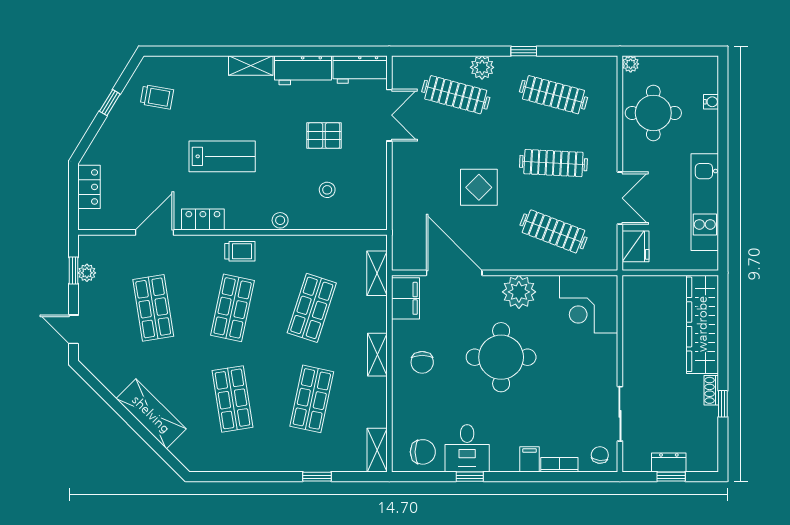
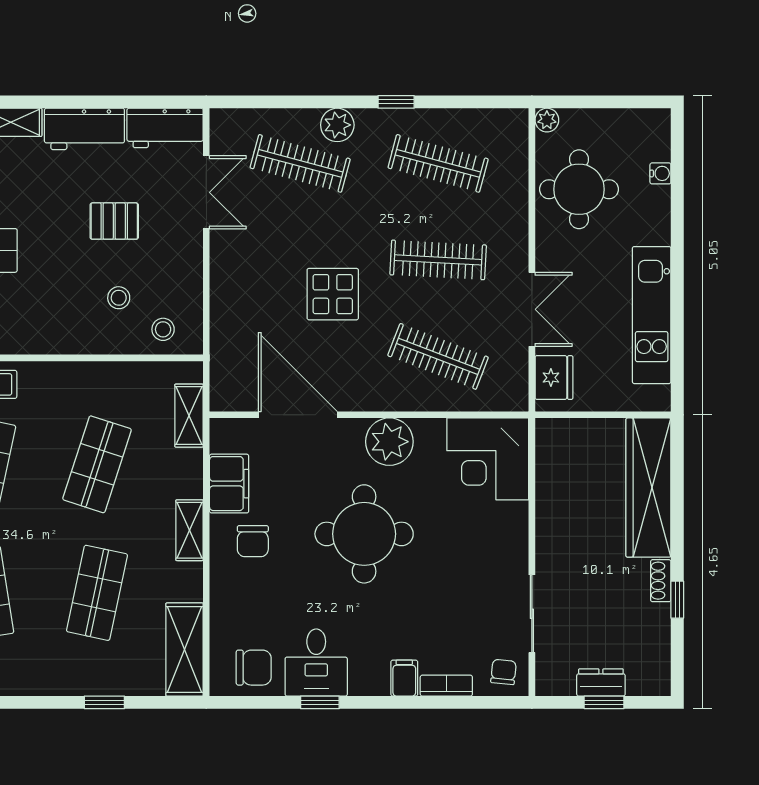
stool: (280, 220) -> (163, 329), moved
filing cabinet: (405, 298) -> (229, 484), moved
shelving: (377, 450) -> (185, 649), width x1.50, depth x1.33

